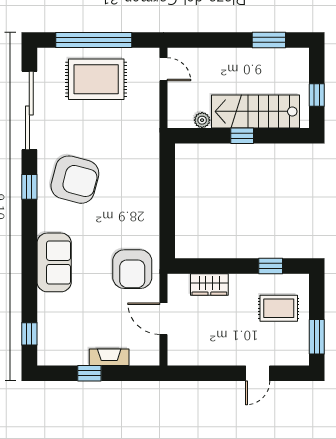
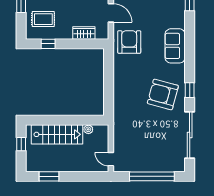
rug: (96, 79) -> (150, 153), removed
window: (242, 136) -> (65, 120), removed

